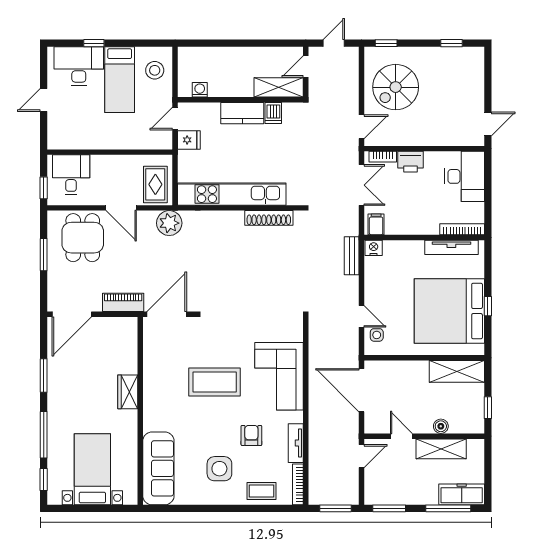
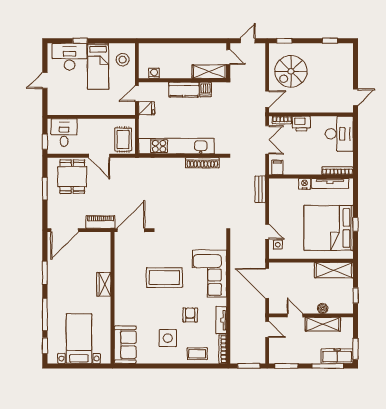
door: (306, 67) -> (228, 57), swing flipped
plant: (169, 223) -> (133, 166), removed
nightstand: (374, 248) -> (305, 184), moved
door: (362, 456) -> (267, 329), hinge flipped
sofa: (158, 468) -> (125, 345), width x0.73
window: (488, 484) -> (355, 349), added

